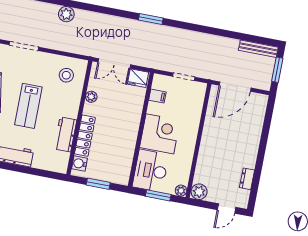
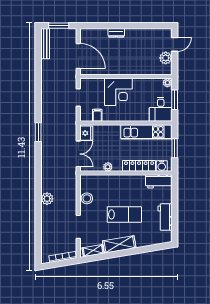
stool: (66, 75) -> (87, 198), moved
workbench: (65, 134) -> (159, 181), moved
corner desk: (160, 134) -> (118, 92), moved, turned 180
kitchen unit: (125, 153) -> (146, 132), added
desk: (151, 171) -> (161, 109), width x0.73
dresser: (247, 179) -> (116, 33), moved
plant: (199, 192) -> (166, 58), moved
door: (227, 208) -> (175, 44), hinge flipped

